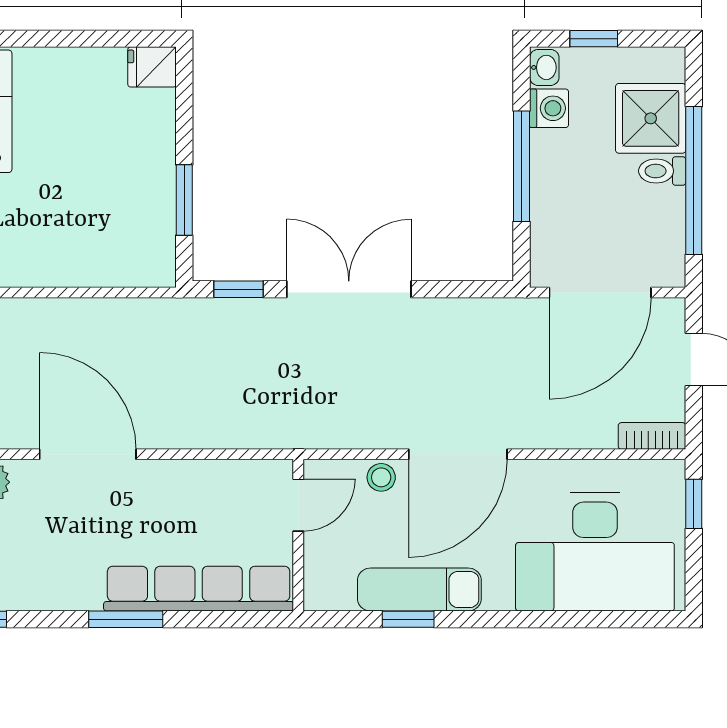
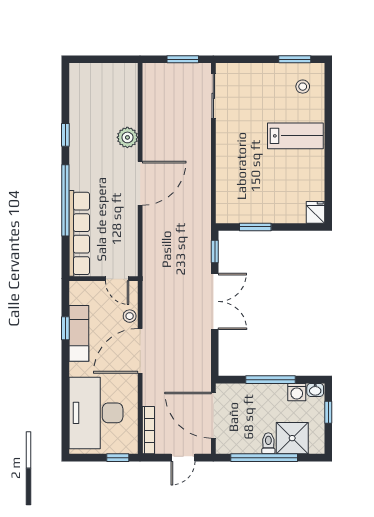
bookcase: (652, 436) -> (148, 430), width x1.56
door: (458, 454) -> (140, 351), hinge flipped
window: (126, 619) -> (65, 200), width x2.11

